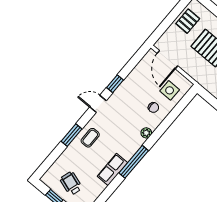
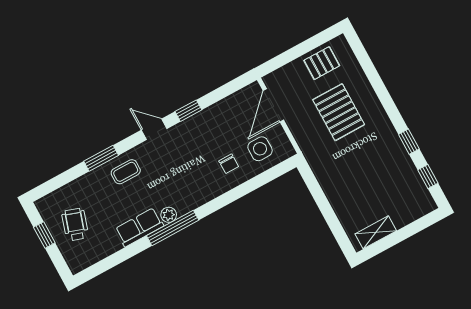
plant: (146, 133) -> (169, 215), moved

